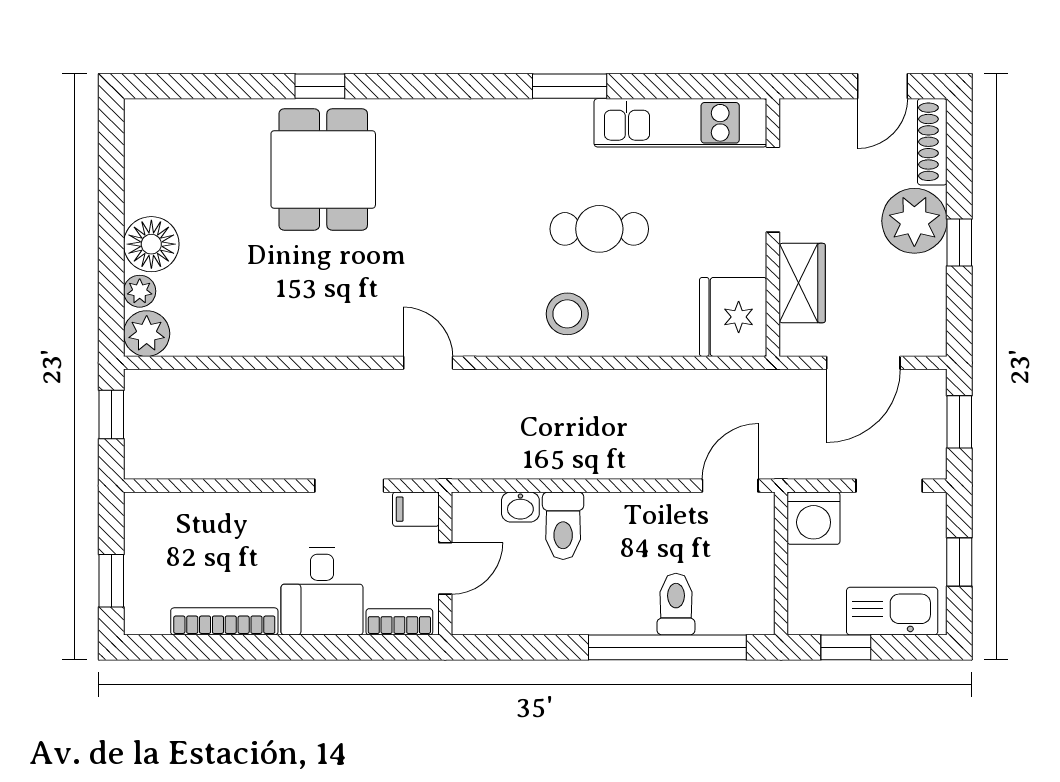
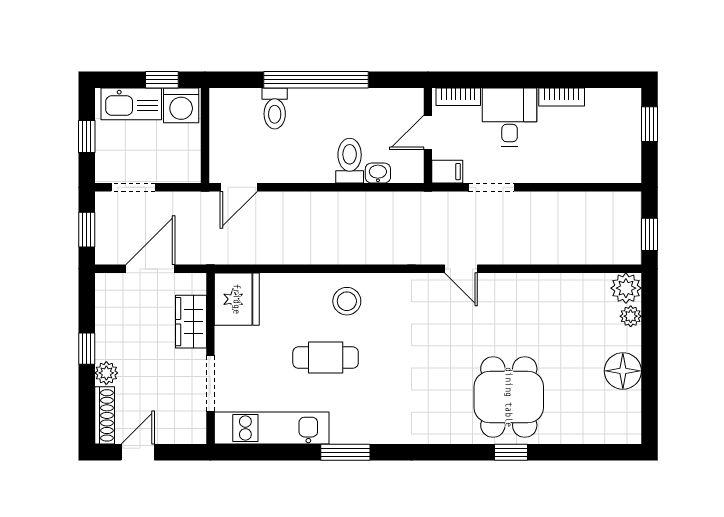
plant: (914, 221) -> (106, 373), width x0.53, depth x0.53
floor lamp: (151, 244) -> (623, 371), moved
door: (428, 363) -> (461, 269), moved
washing machine: (814, 518) -> (181, 105), moved, turned 180
bookcase: (224, 621) -> (562, 97), width x0.64
window: (667, 647) -> (316, 80), moved

